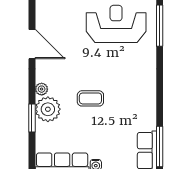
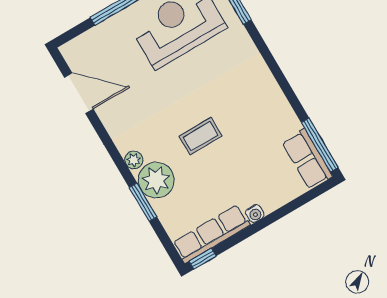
door: (32, 44) -> (79, 93), moved

